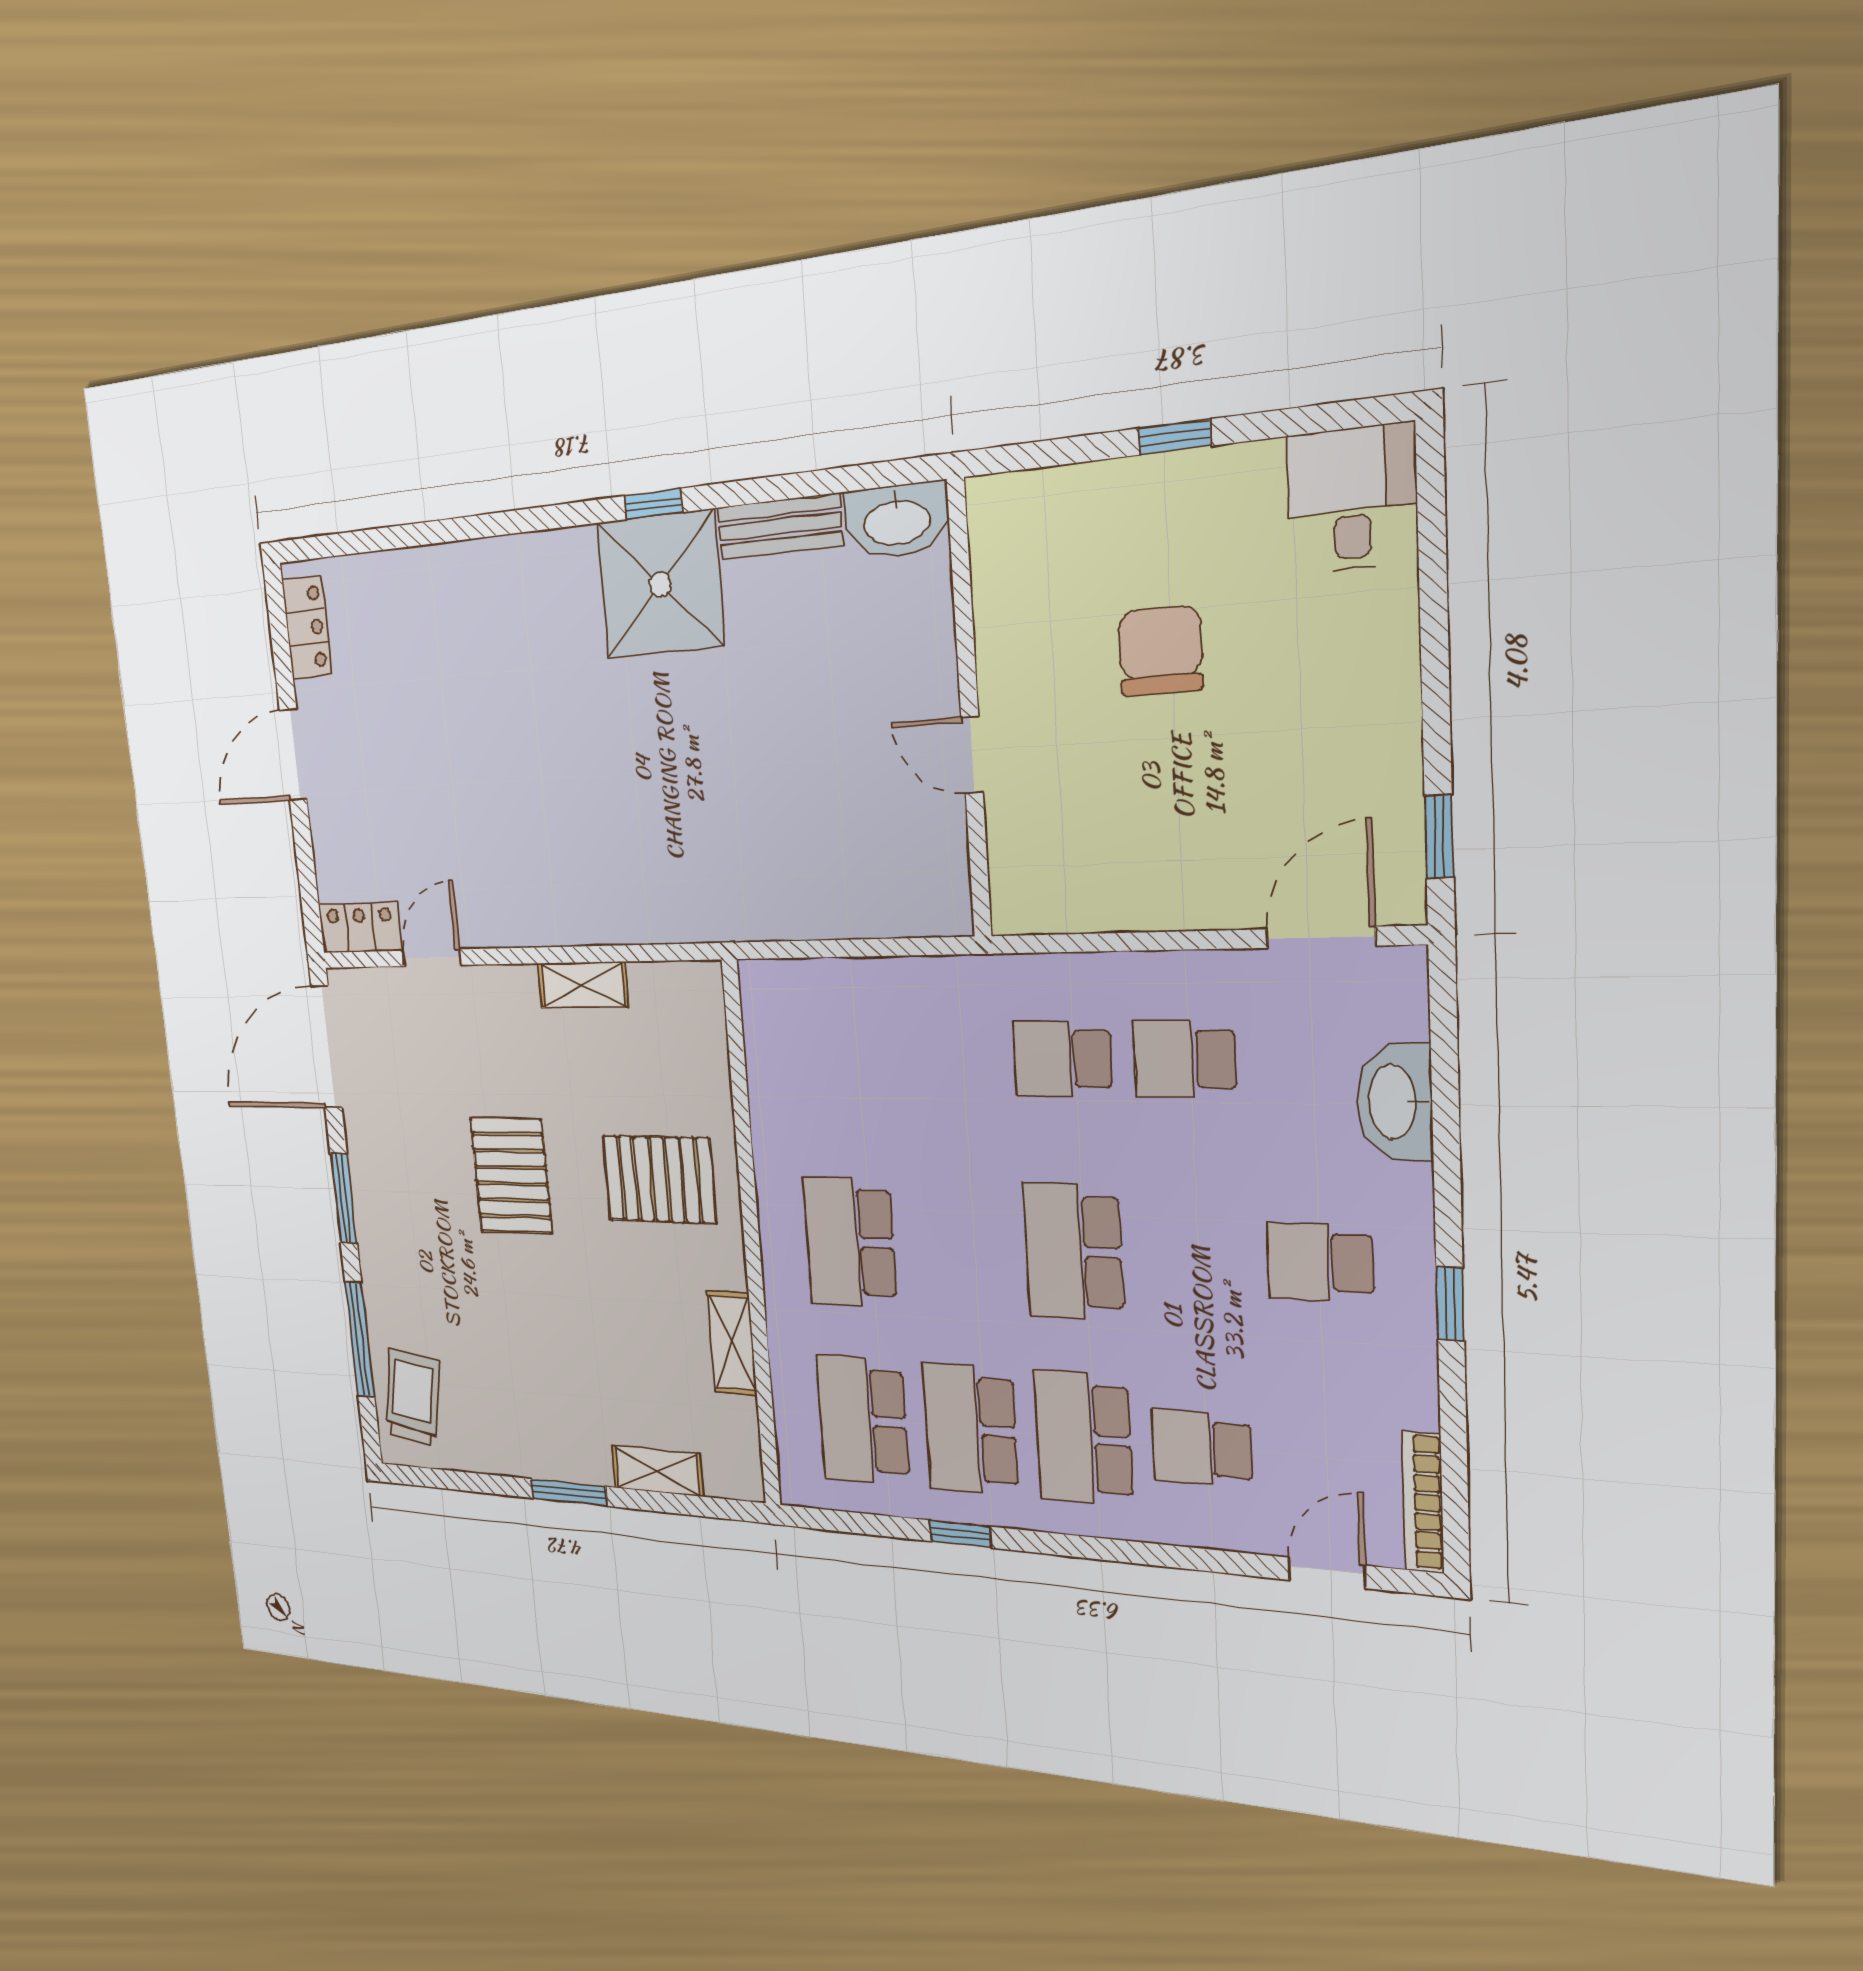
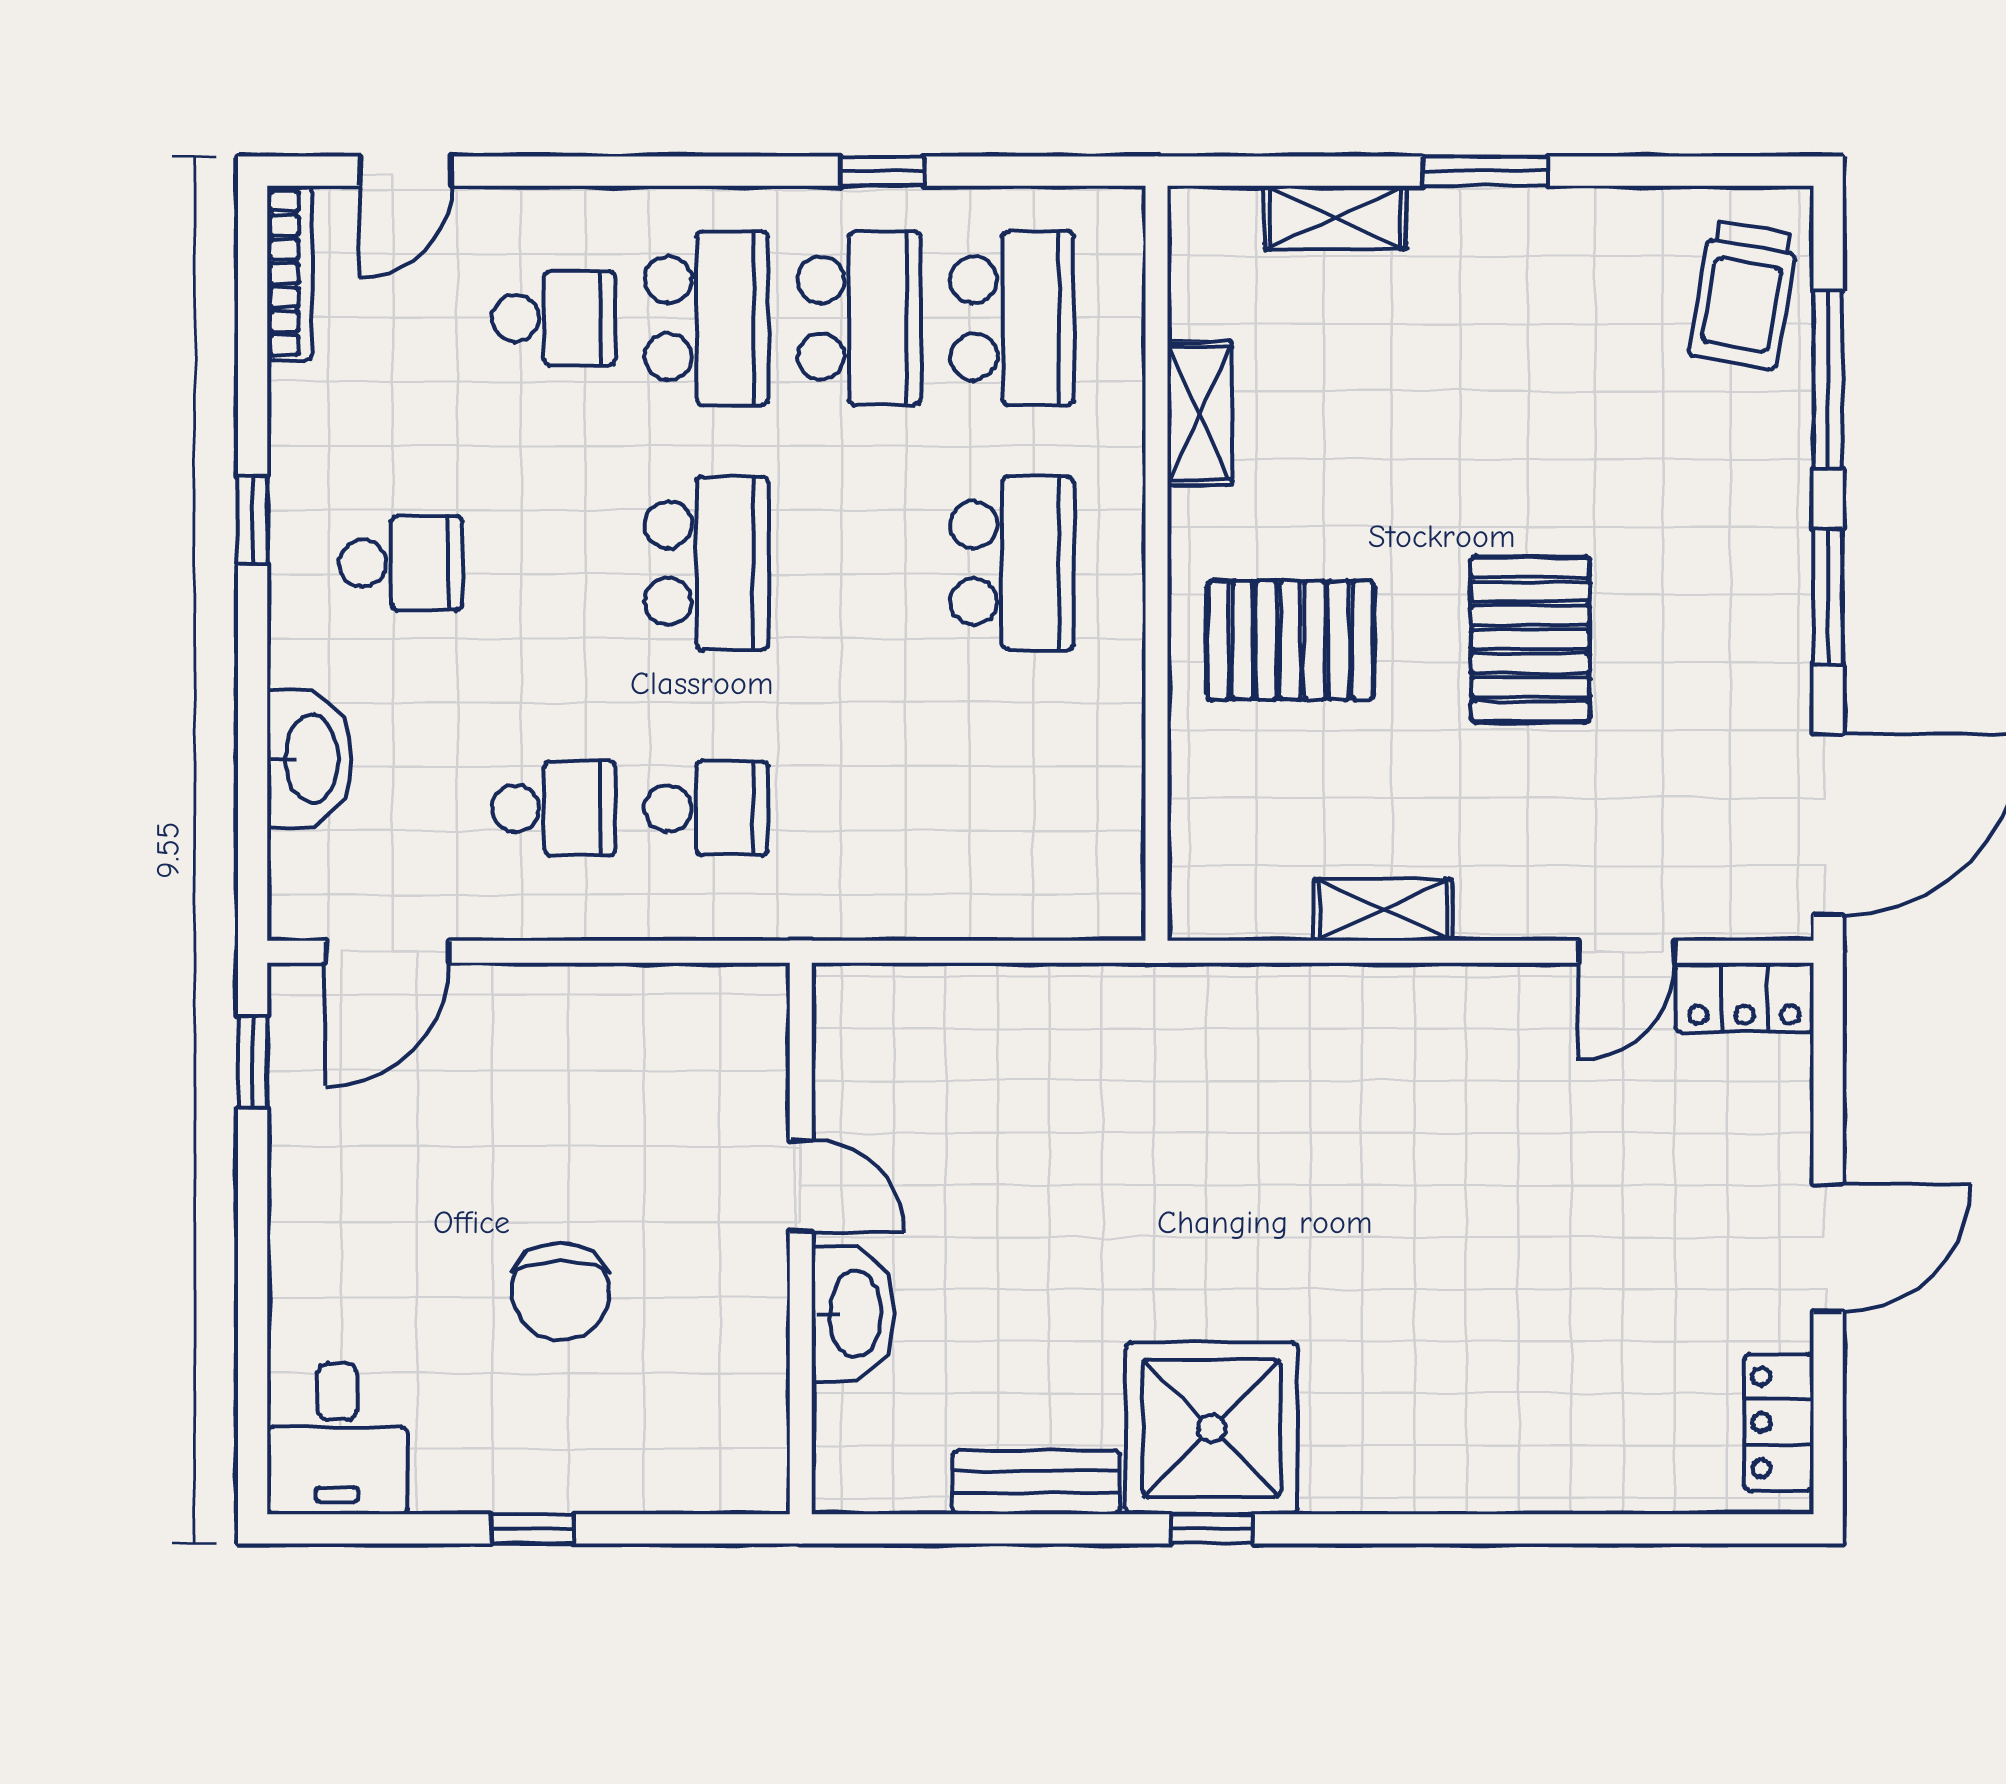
washbasin: (897, 520) -> (853, 1314), moved, turned 90

